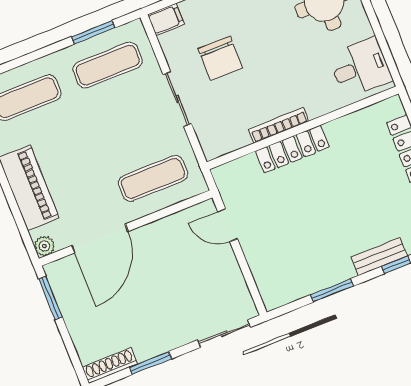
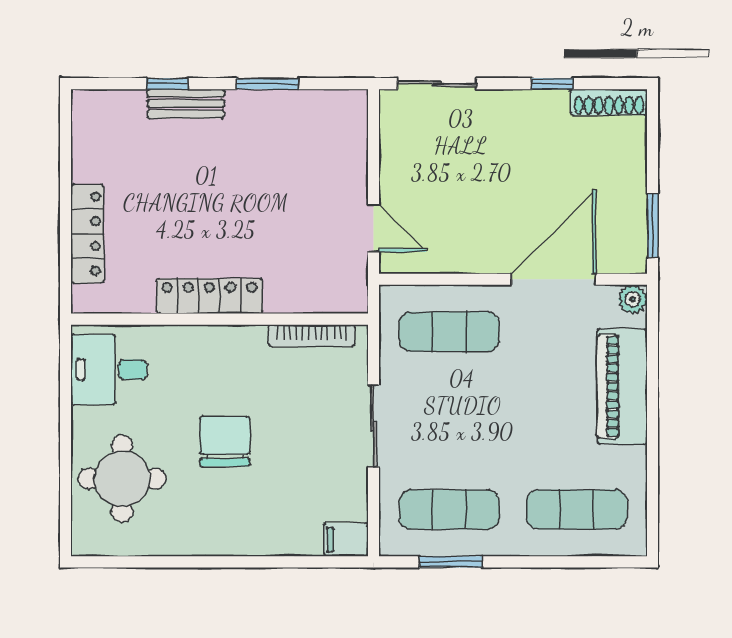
chair: (220, 58) -> (225, 441), moved
bookcase: (279, 125) -> (312, 336), moved
locker: (292, 149) -> (209, 296), moved
window: (150, 363) -> (552, 84), width x0.67

